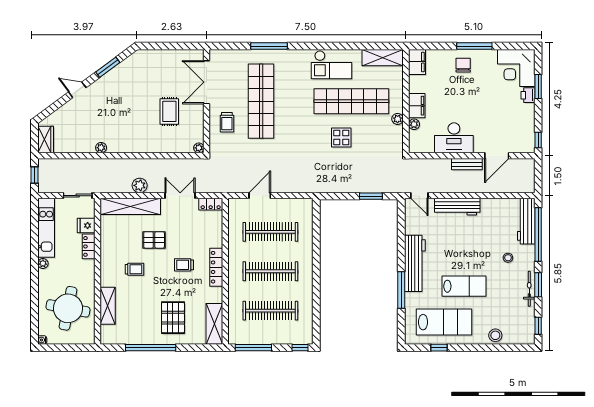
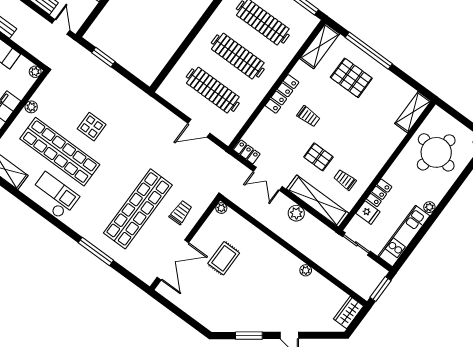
plant: (414, 124) -> (35, 72), moved
window: (34, 175) -> (381, 289), width x1.50
trolley: (135, 269) -> (345, 180), moved
shelving: (108, 306) -> (413, 112), moved
pallet: (173, 318) -> (351, 78), turned 90
window: (151, 348) -> (369, 51), moved

